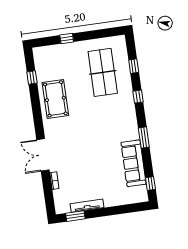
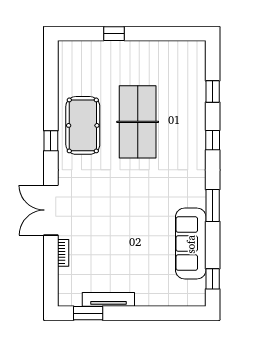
table tennis table: (103, 72) -> (138, 122), moved
window: (32, 77) -> (51, 141), moved

